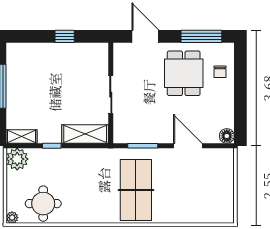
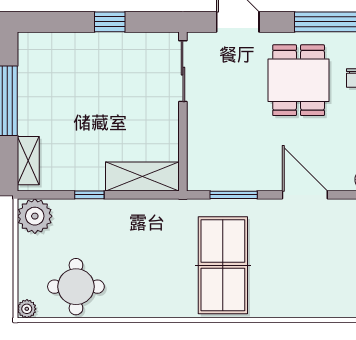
sliding door: (111, 95) -> (183, 71), moved
shelving: (22, 136) -> (28, 161), moved, turned 90

